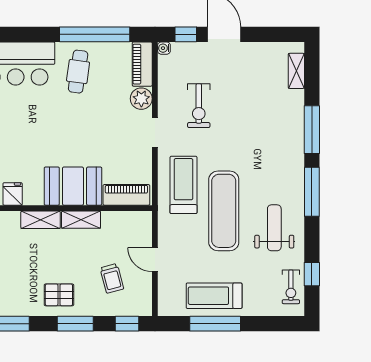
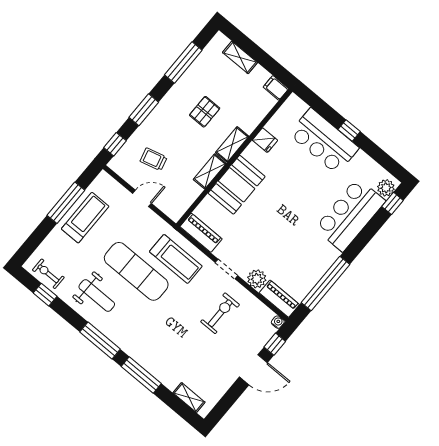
cafe table: (78, 72) -> (310, 252), removed
exercise bike: (199, 106) -> (220, 313), turned 90
piano: (126, 195) -> (201, 233), moved, turned -90
pallet: (59, 295) -> (205, 112), moved

